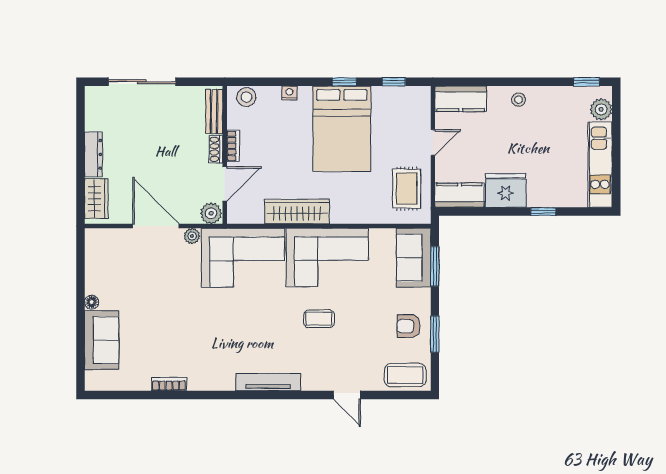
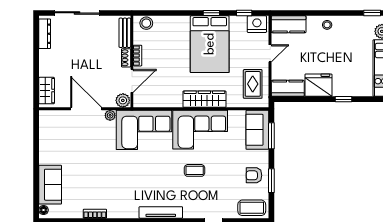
nightstand: (289, 93) -> (257, 24), moved, width x1.89, depth x1.79
dresser: (93, 154) -> (45, 34), moved
wardrobe: (297, 212) -> (204, 99), moved
floor lamp: (92, 302) -> (44, 210), moved

